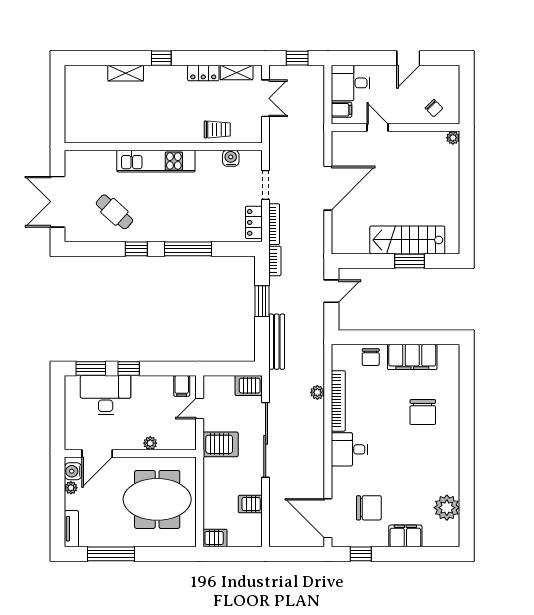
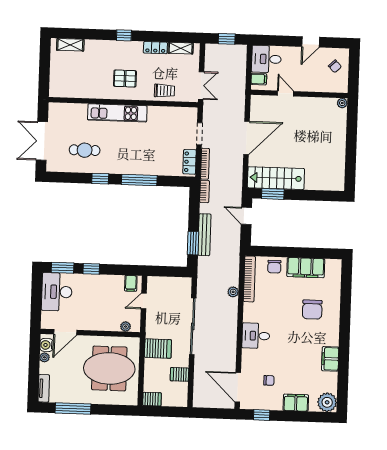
shelving: (126, 73) -> (70, 45), moved
double door: (266, 98) -> (201, 85), moved
chair: (434, 108) -> (335, 66), moved
pallet: (164, 115) -> (125, 78), added
water cooler: (231, 158) -> (174, 113), removed
cafe table: (114, 212) -> (85, 150), turned -42
stairs: (407, 240) -> (276, 178), moved
window: (410, 261) -> (273, 194), moved
door: (331, 291) -> (246, 216), swing flipped
window: (262, 301) -> (193, 243), moved
bench: (277, 342) -> (204, 235), moved
server rack: (249, 386) -> (181, 285), removed
desk: (106, 395) -> (57, 292), moved, turned -90
bookcase: (338, 401) -> (249, 279), moved
plant: (150, 443) -> (126, 327), moved
server rack: (221, 444) -> (158, 349), moved
filing cabinet: (449, 477) -> (330, 359), added
chair: (369, 508) -> (269, 380), width x0.54, depth x0.54
plant: (447, 508) -> (327, 402), moved

